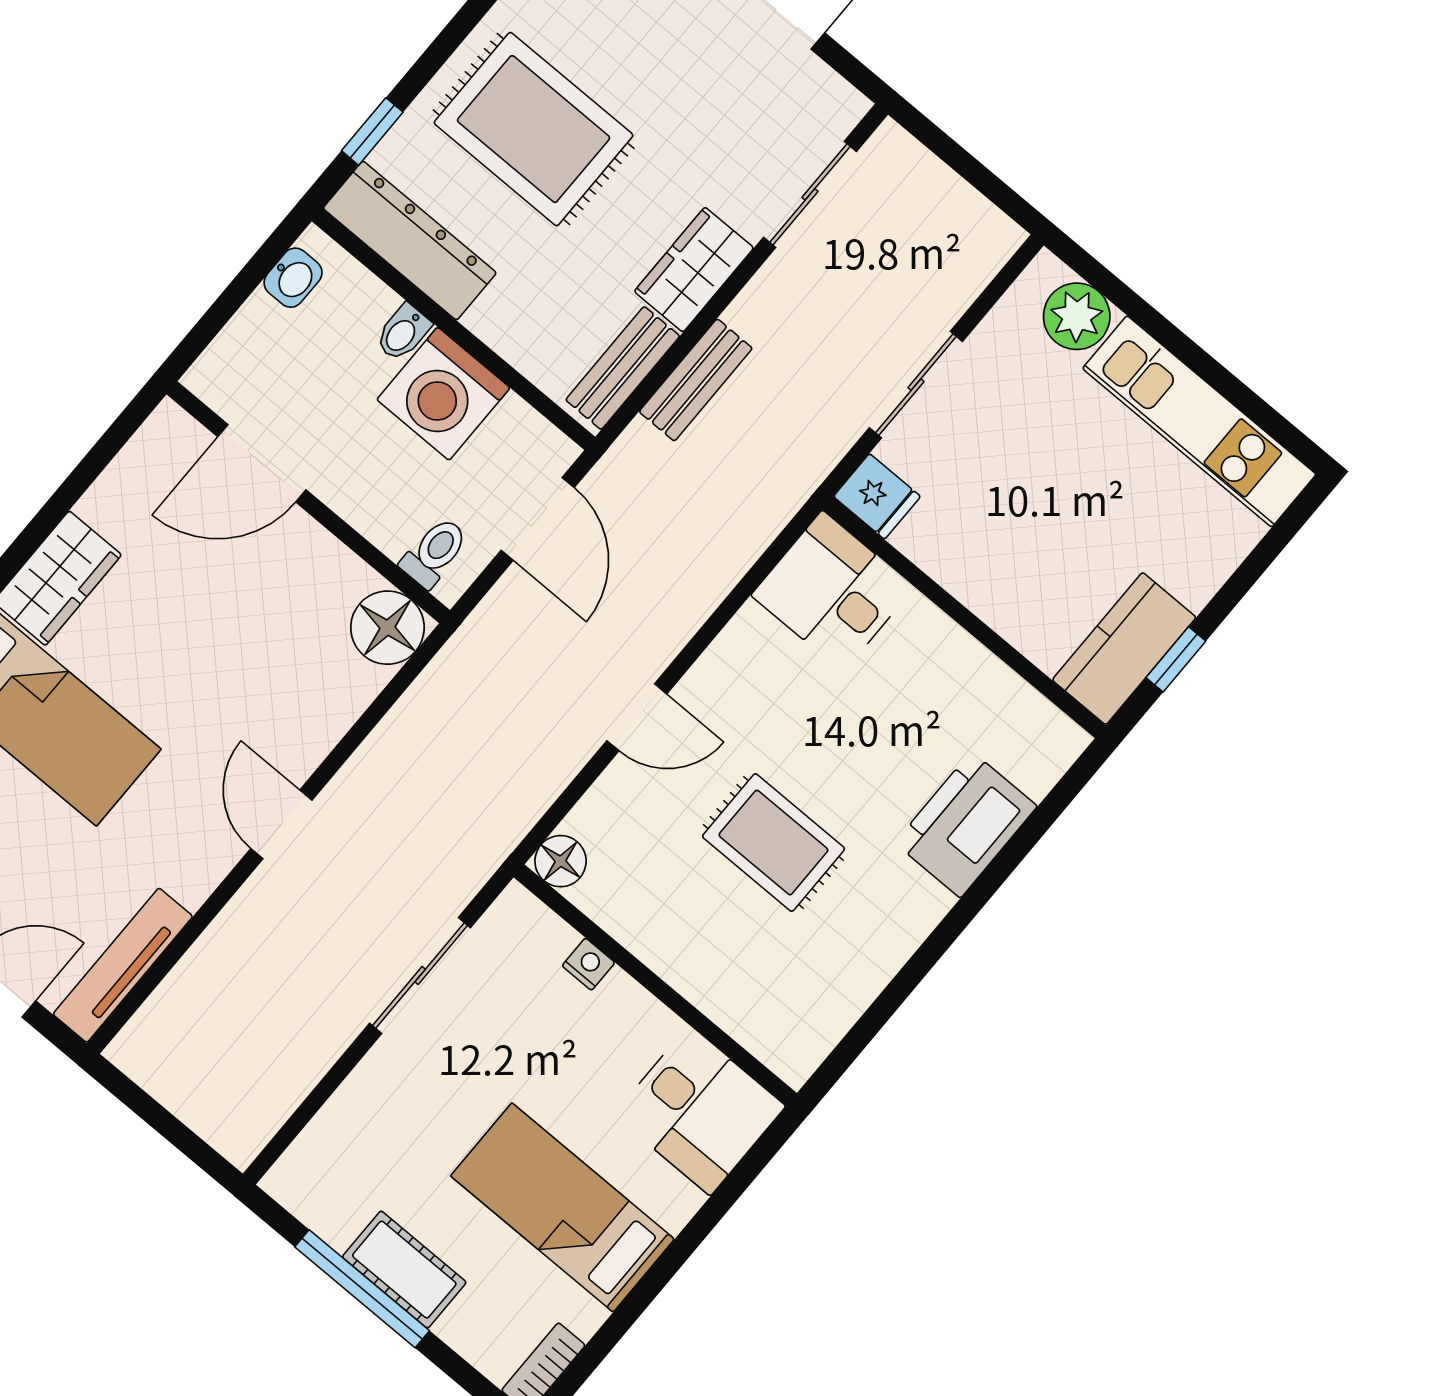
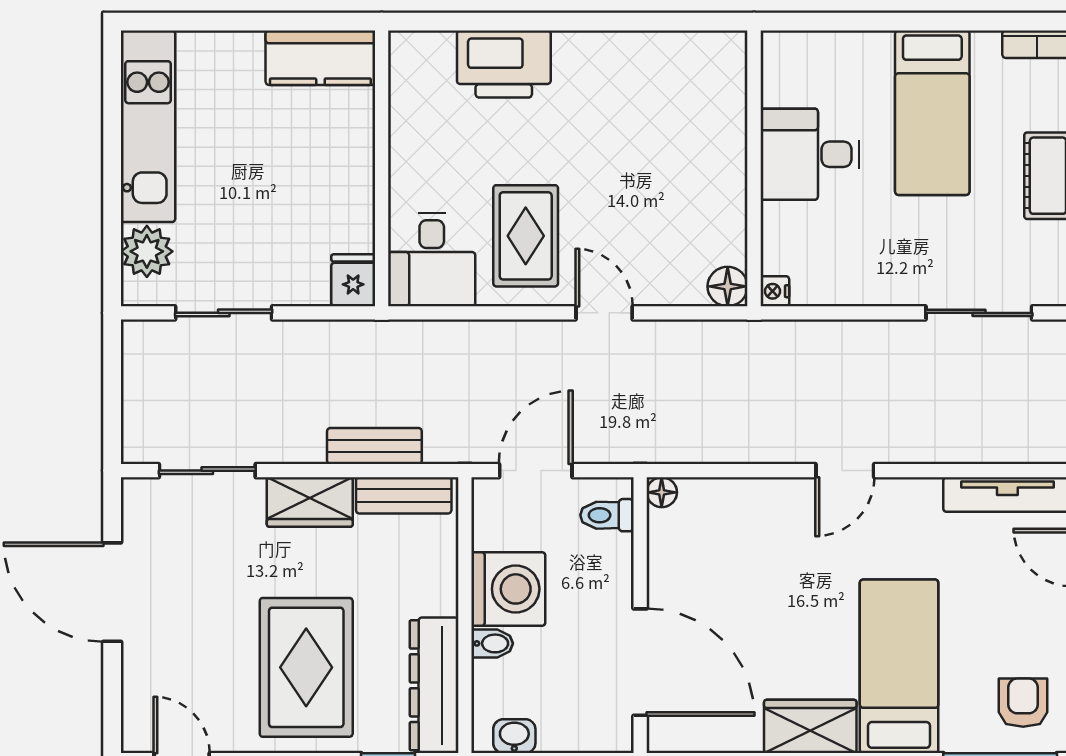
sliding door: (916, 385) -> (224, 313), moved
door: (262, 463) -> (640, 662), width x1.36
floor lamp: (387, 628) -> (662, 492), width x0.53, depth x0.53
window: (1176, 659) -> (301, 22), removed
rug: (773, 843) -> (526, 236), moved
nightstand: (588, 964) -> (775, 291), moved
sliding door: (420, 976) -> (979, 313), moved
desk: (700, 1110) -> (810, 154), moved, turned -90

